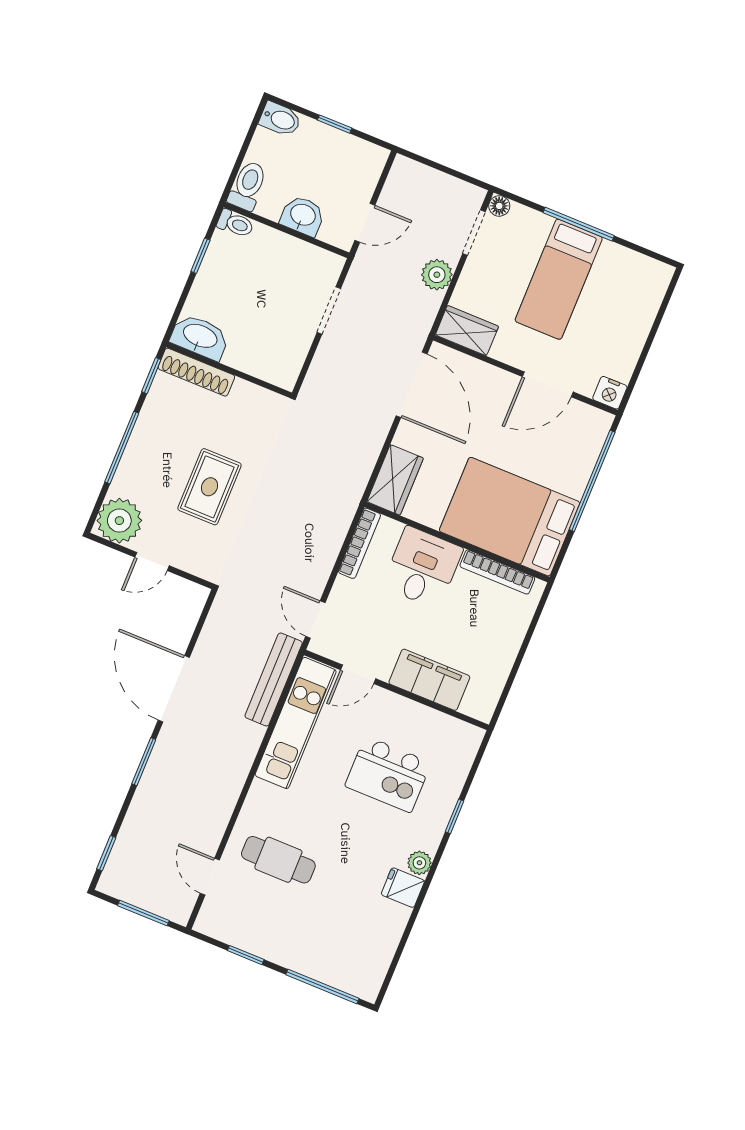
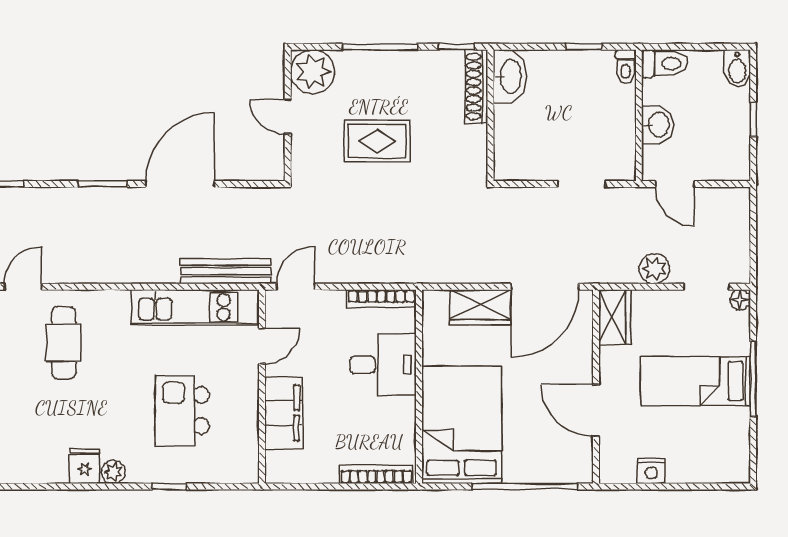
nightstand: (610, 393) -> (651, 471), moved, turned -90
wardrobe: (395, 480) -> (480, 307), moved
bookcase: (497, 572) -> (376, 474), moved, turned 90
door: (358, 674) -> (262, 346), swing flipped

